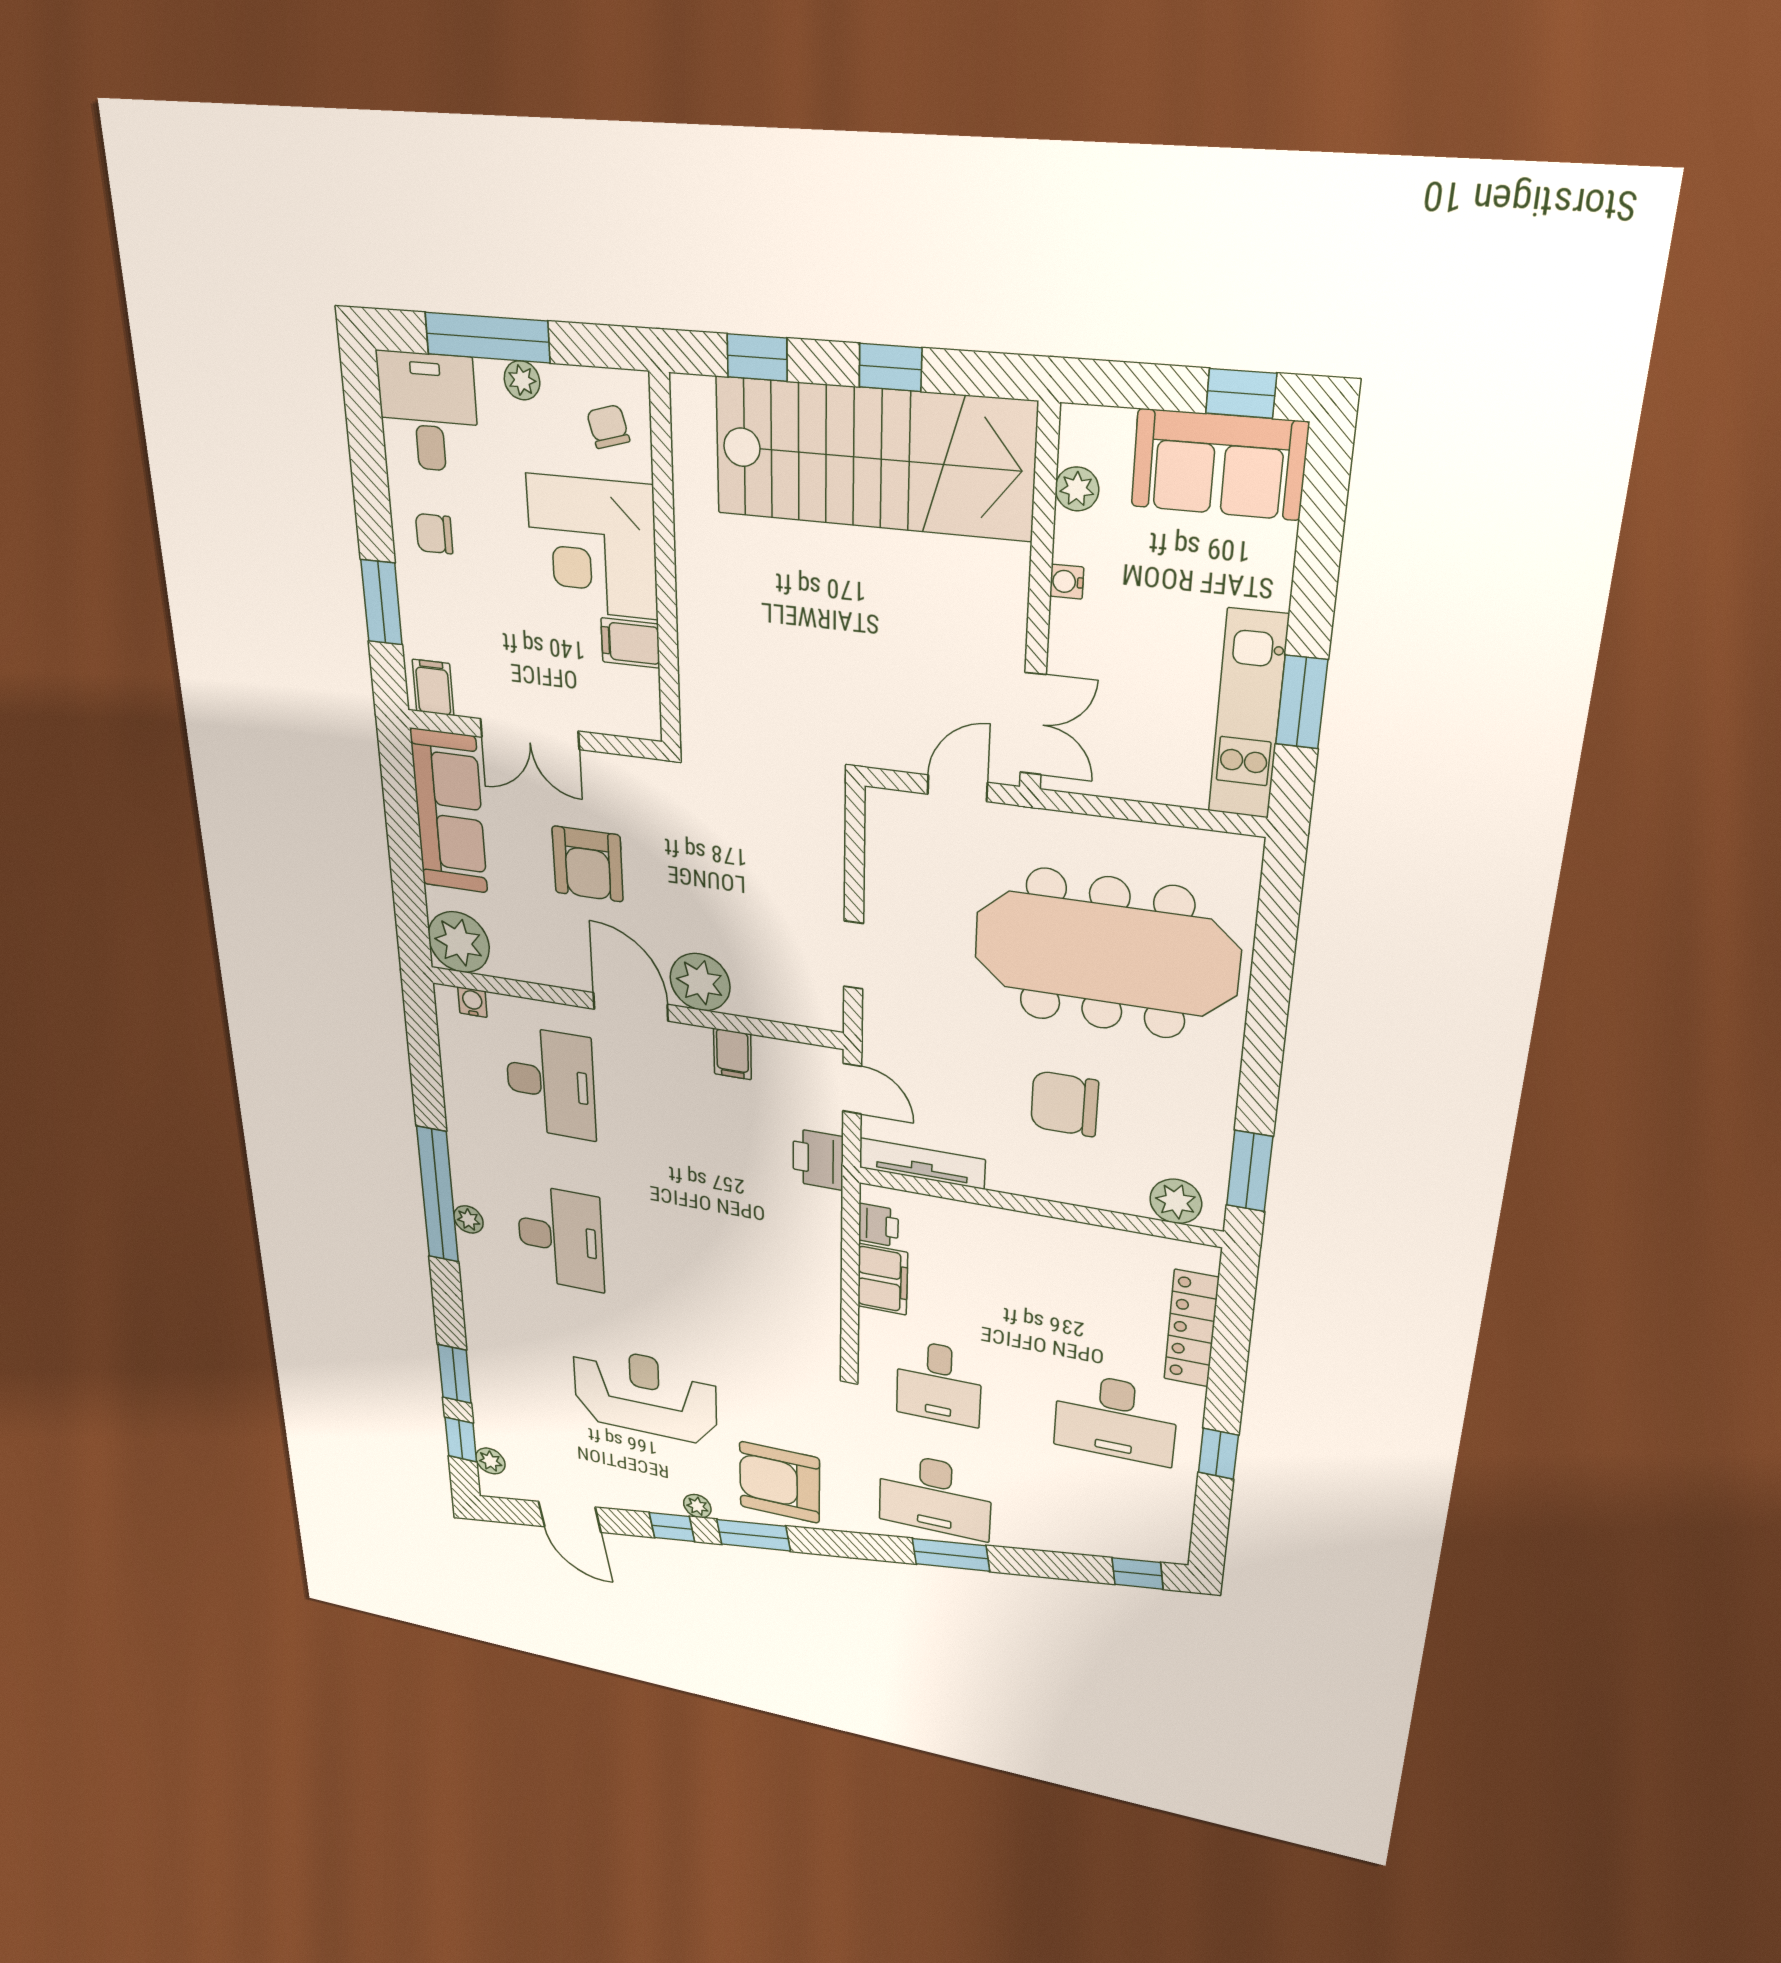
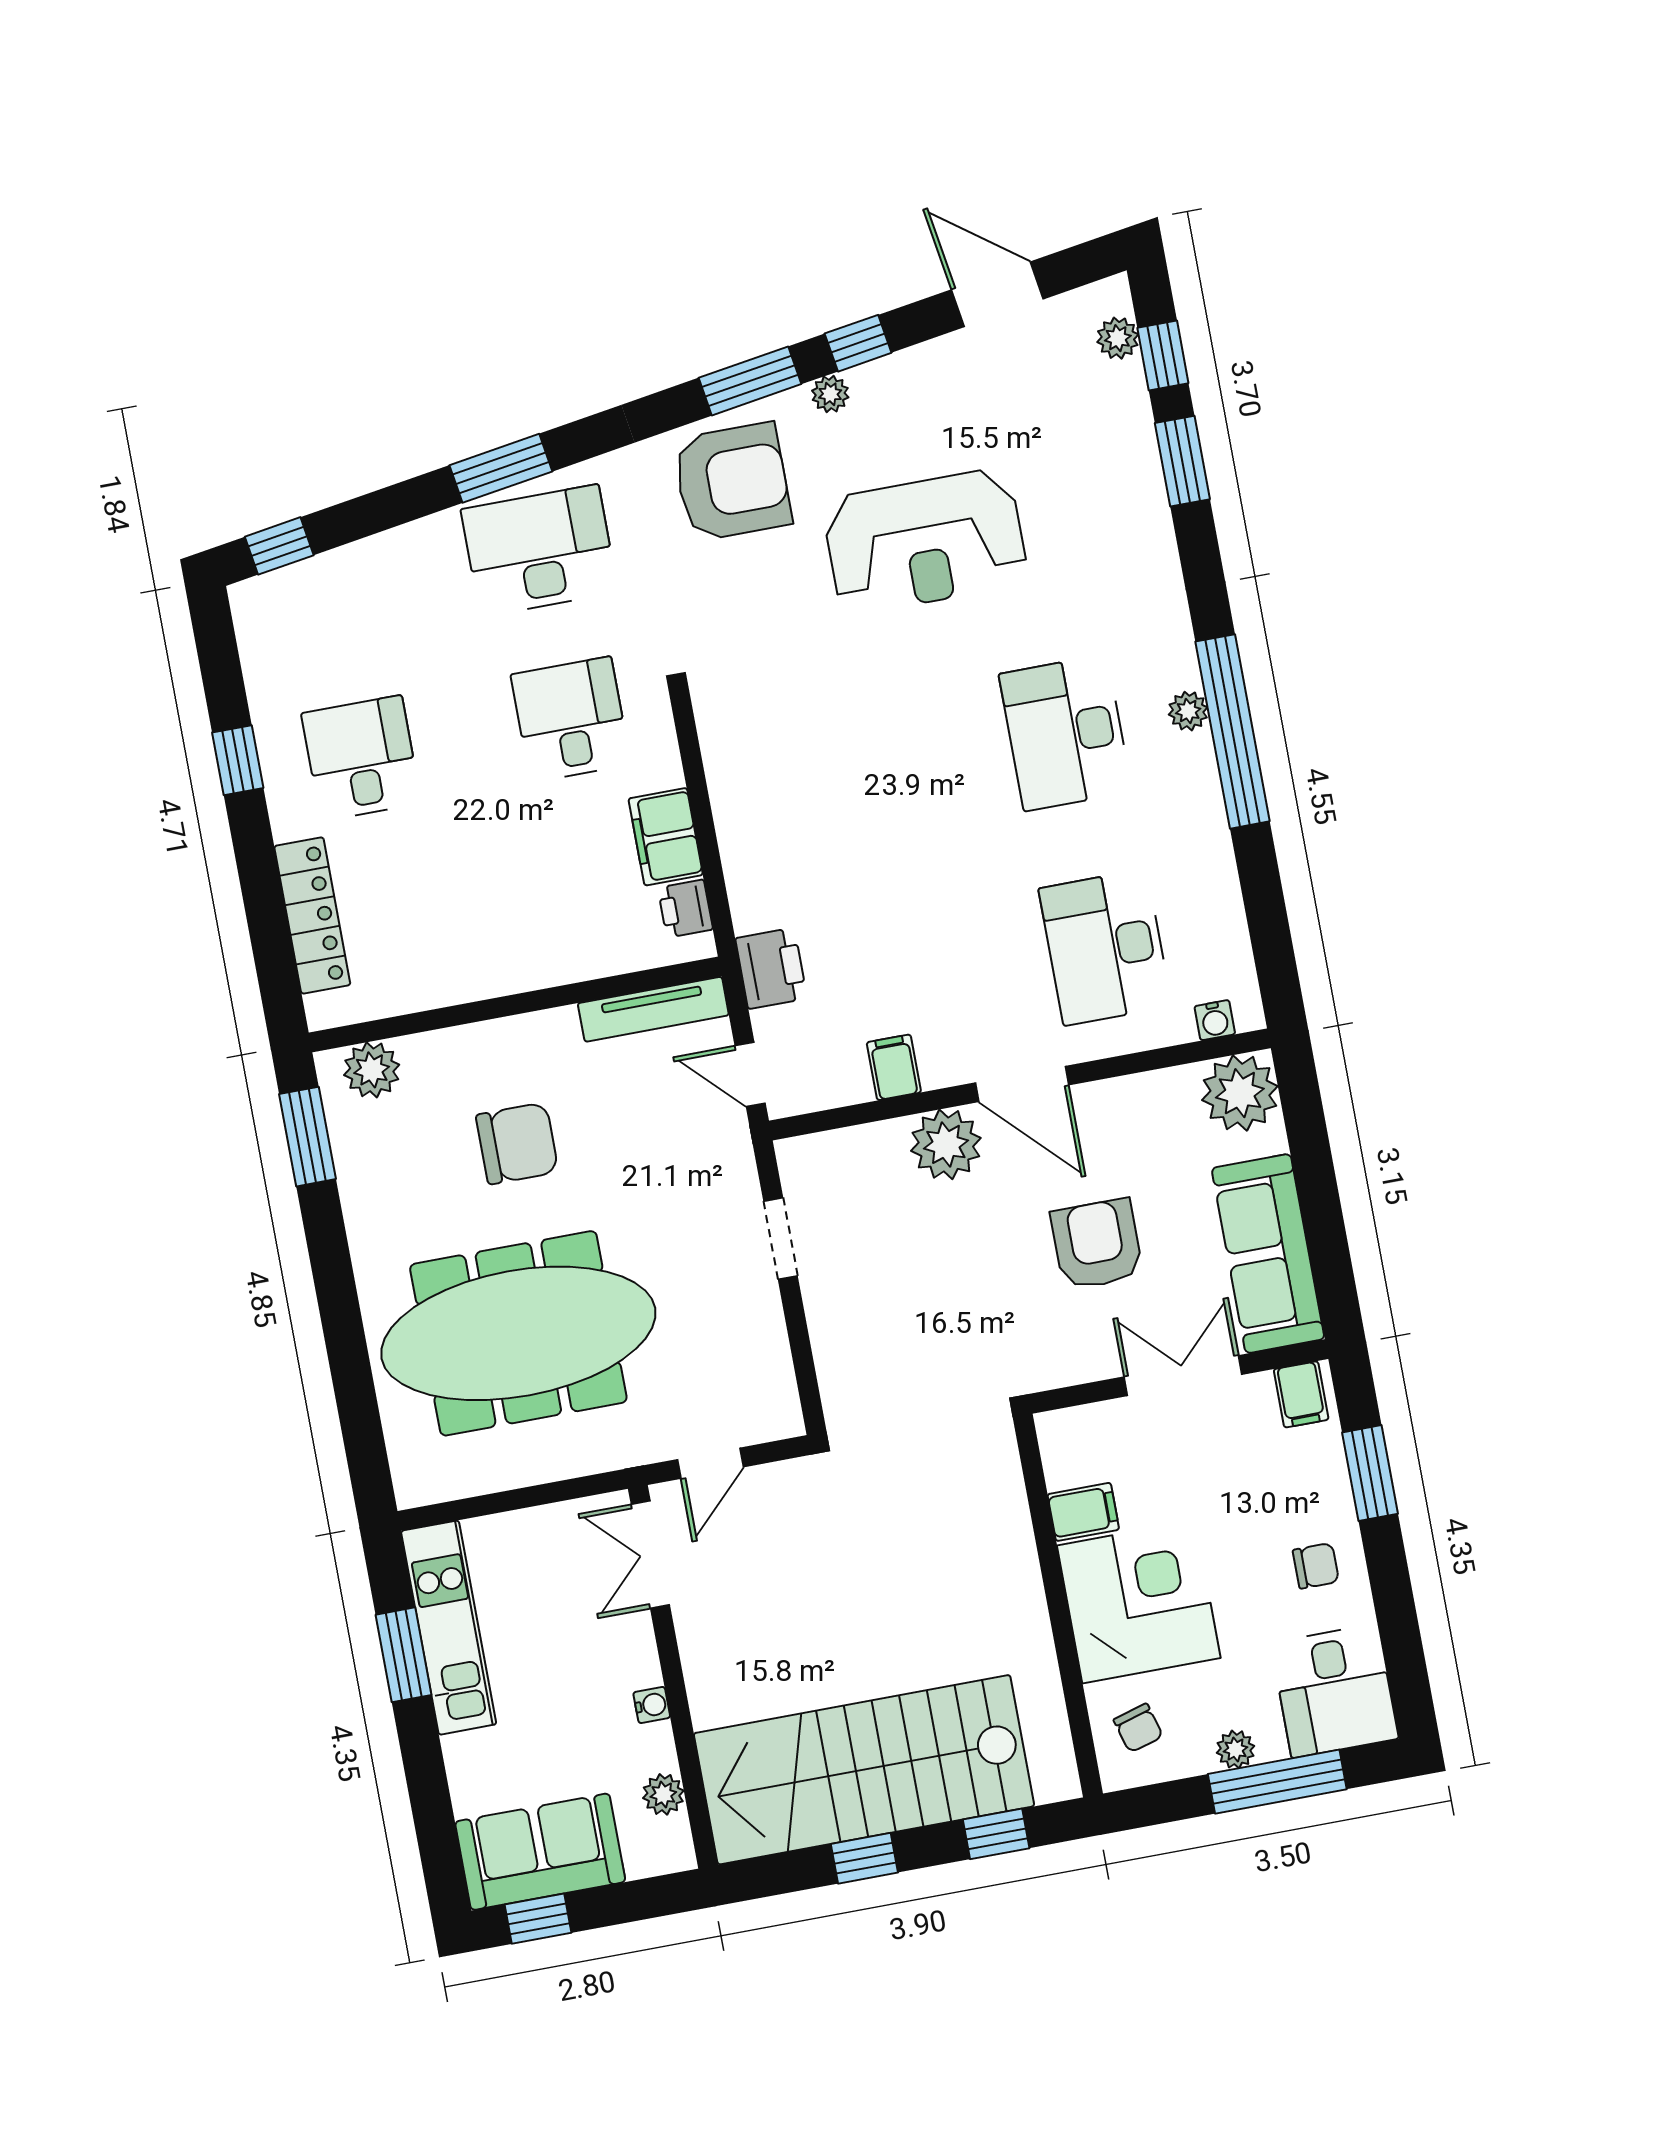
desk: (1115, 1419) -> (361, 758), width x0.73

